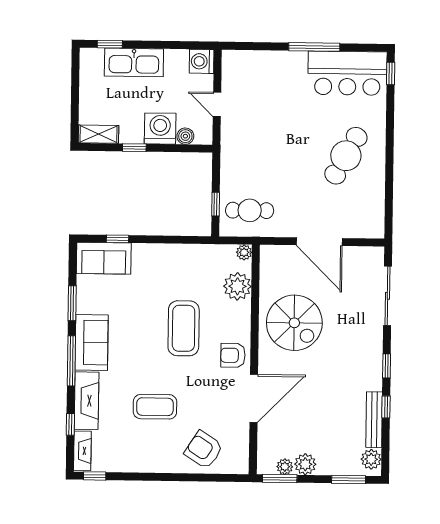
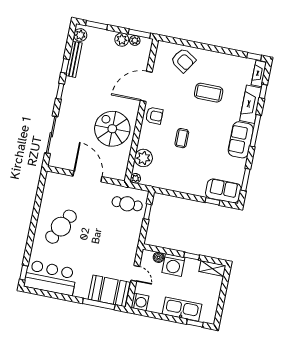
window: (314, 47) -> (99, 304), moved
booth: (253, 70) -> (109, 291), added
window: (72, 303) -> (246, 180), moved
coffee table: (184, 328) -> (182, 138), width x0.54, depth x0.58

